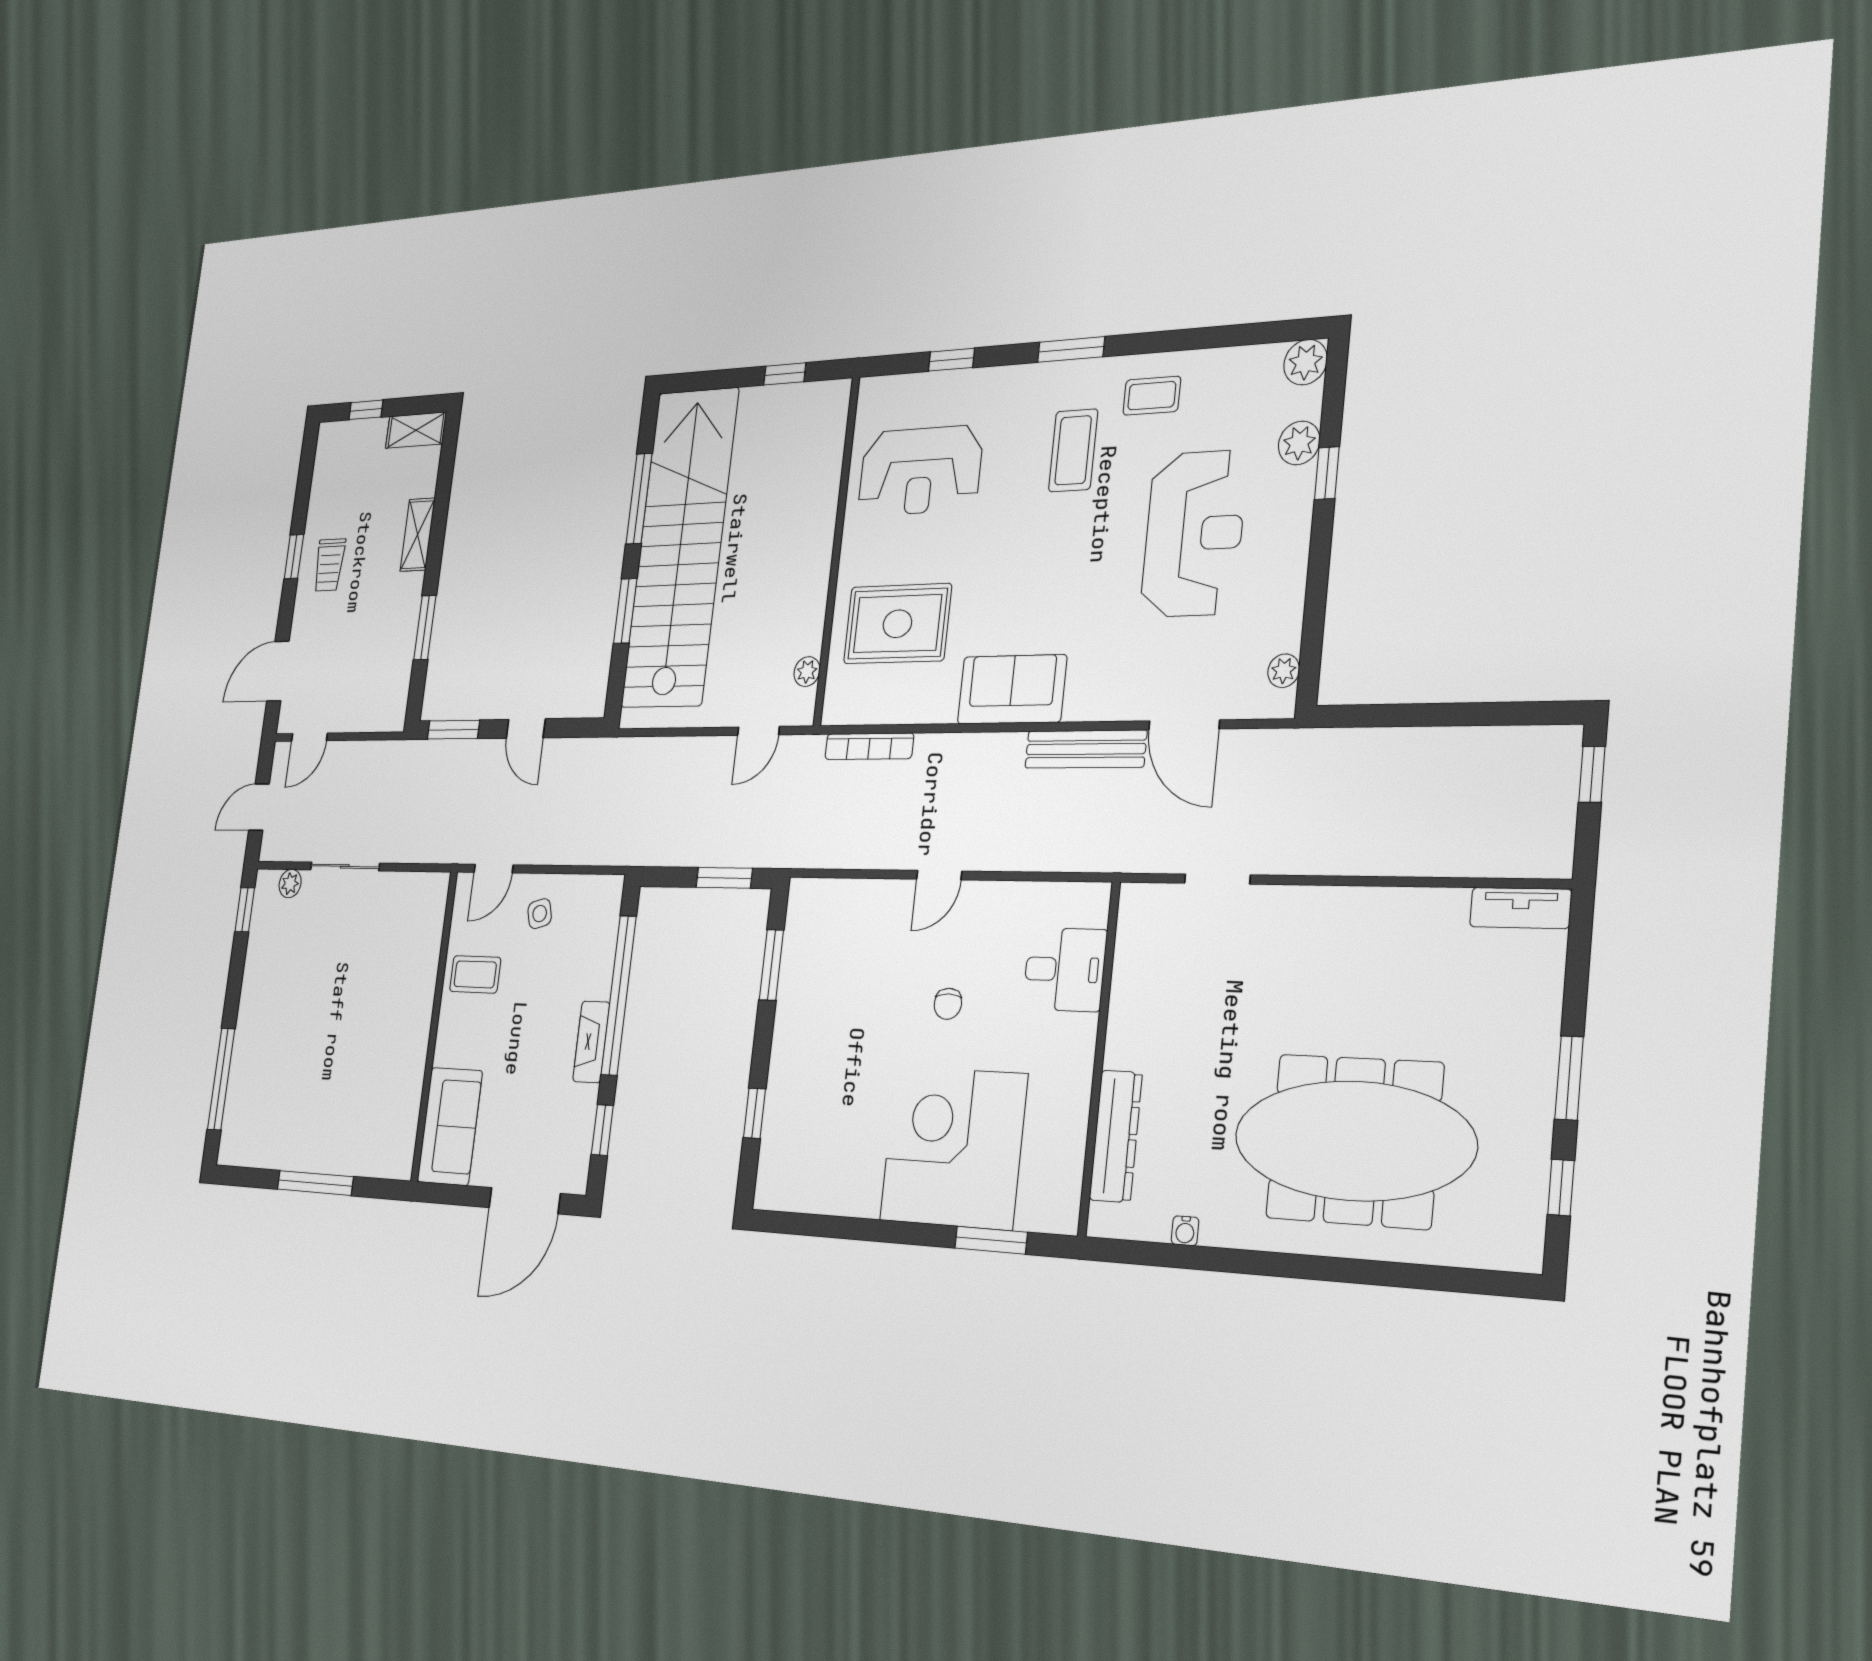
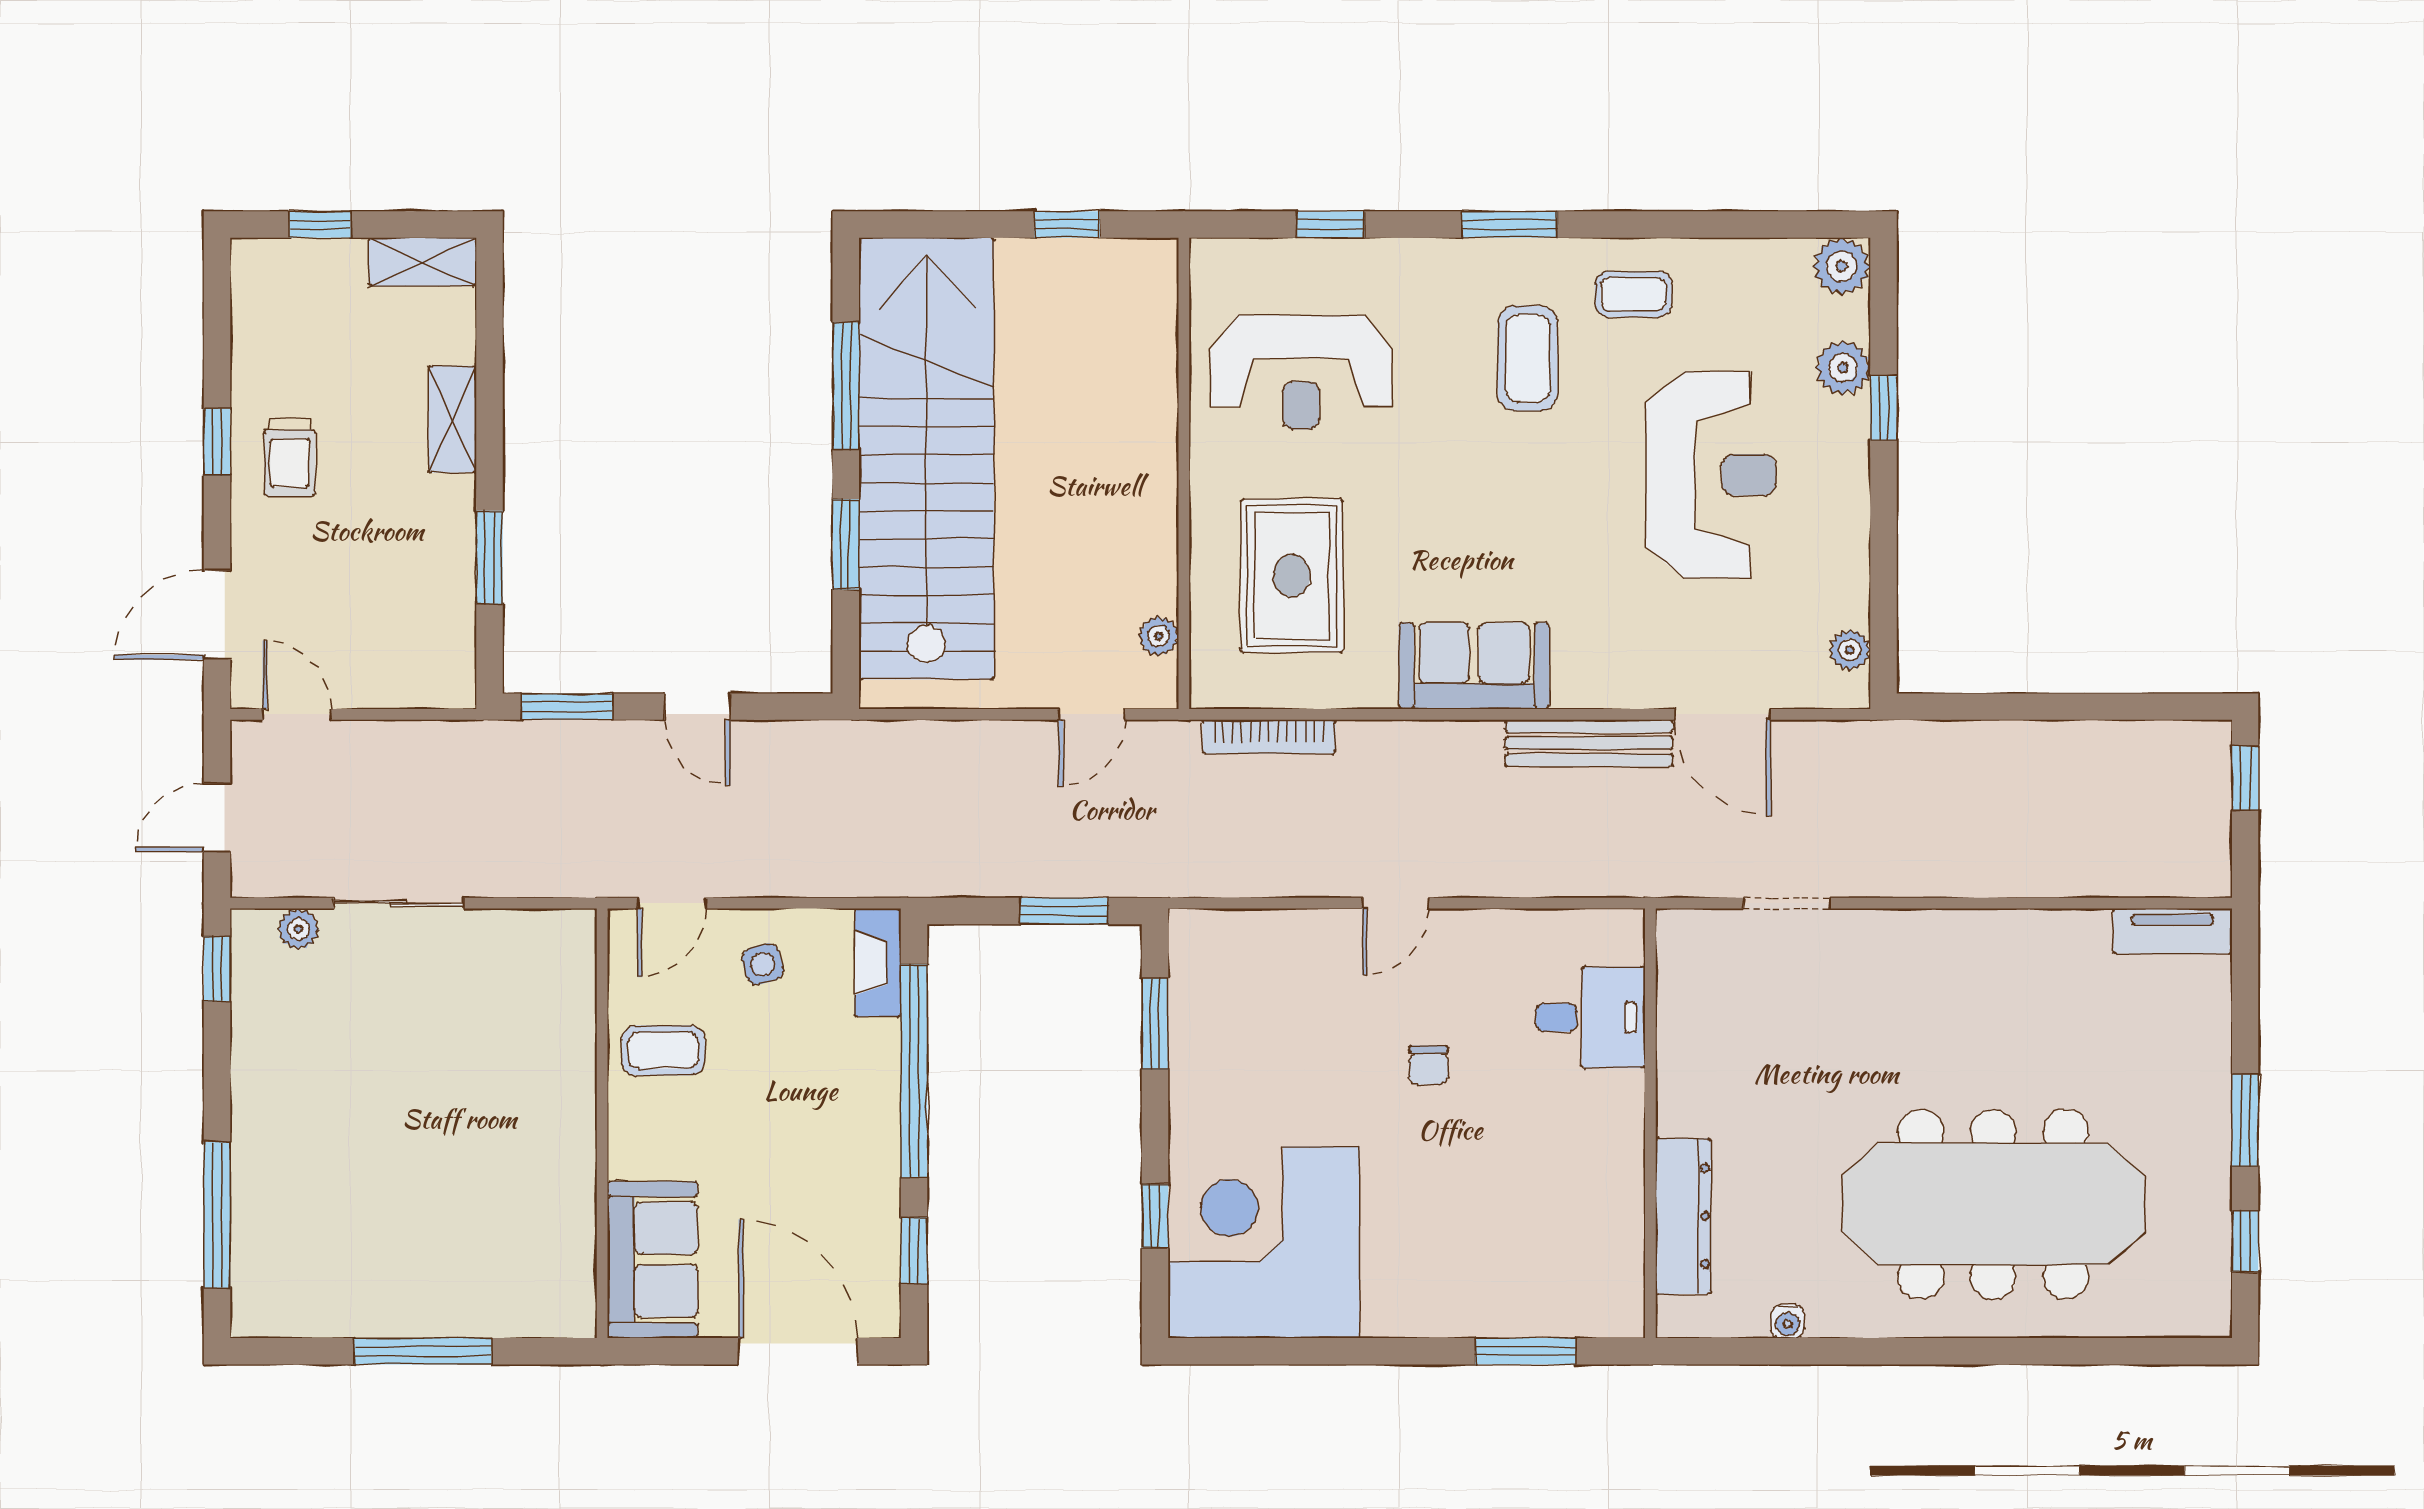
rug: (897, 624) -> (1292, 576), turned 90
door: (309, 737) -> (297, 714), swing flipped
fireplace: (591, 1042) -> (878, 963), moved
corner desk: (953, 1147) -> (1264, 1242), moved
door: (524, 1201) -> (798, 1351), swing flipped

